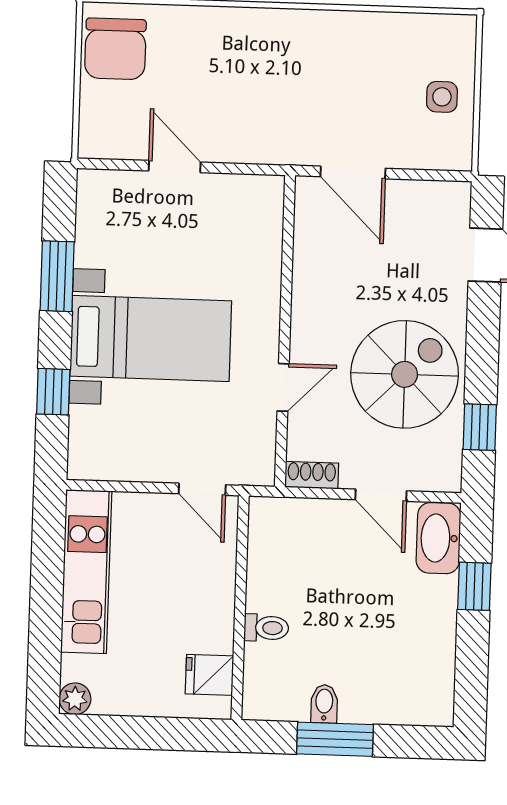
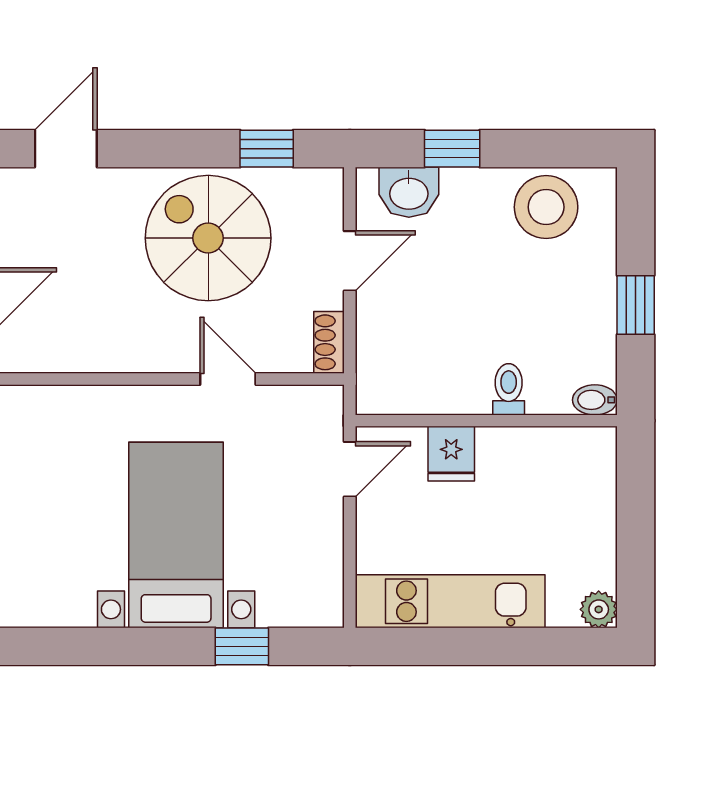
window: (57, 276) -> (107, 646), removed
washbasin: (438, 538) -> (409, 192), width x0.72
stool: (422, 665) -> (546, 207), added
fridge: (209, 675) -> (451, 454), moved
bidet: (324, 704) -> (595, 400), moved
window: (335, 739) -> (636, 305), width x0.67

